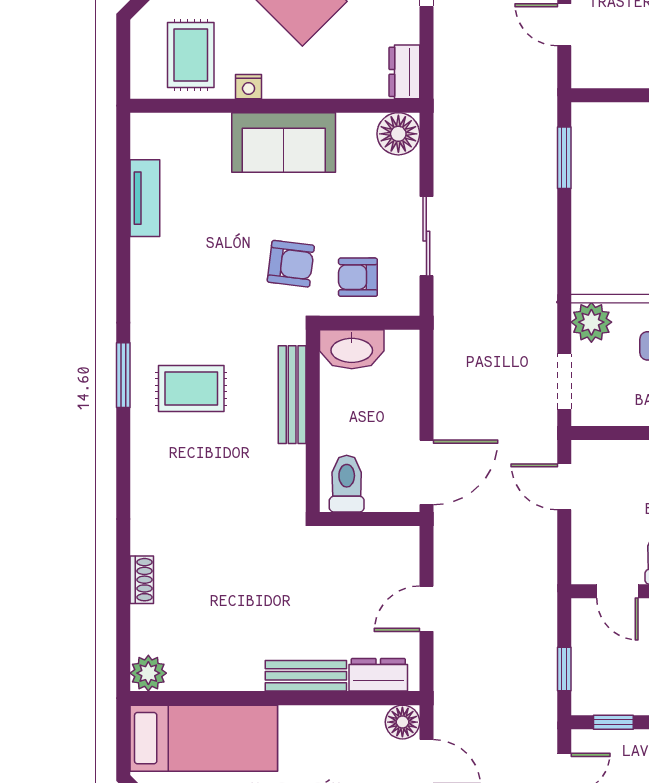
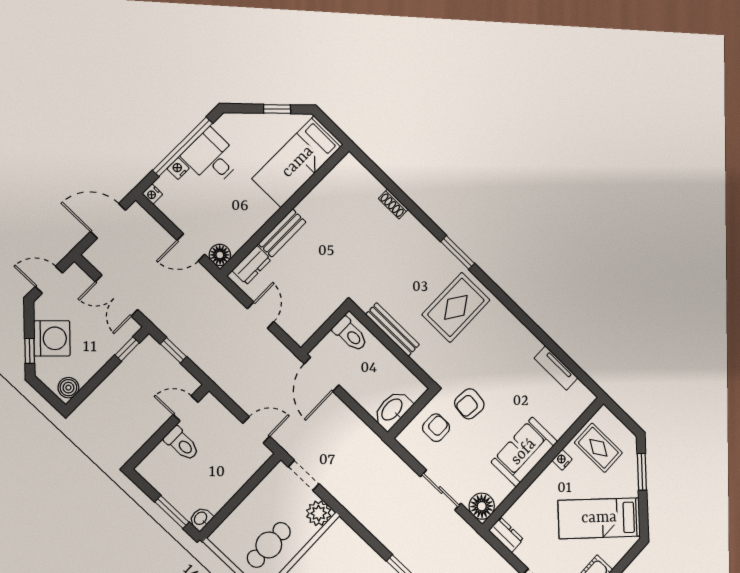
sliding door: (426, 236) -> (441, 490), moved
washbasin: (352, 349) -> (392, 410), moved
window: (123, 375) -> (458, 252), moved
rug: (191, 389) -> (456, 307), width x1.36, depth x1.43
bench: (292, 395) -> (393, 329), moved
plant: (148, 673) -> (350, 166), removed

